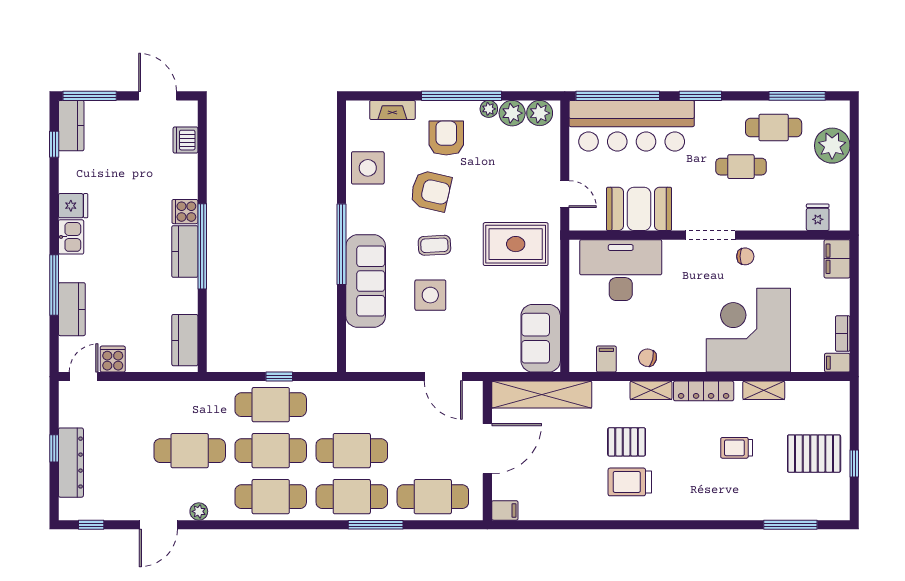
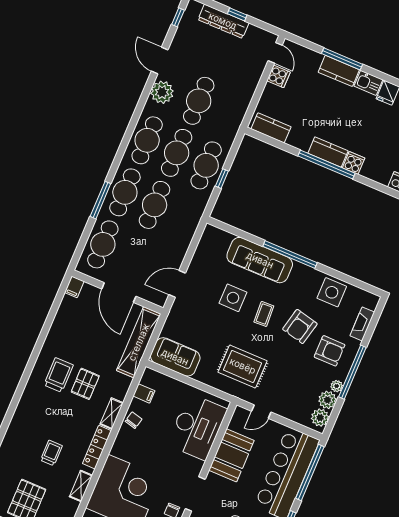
rug: (516, 244) -> (243, 366), turned 90
kitchen counter: (72, 309) -> (339, 71), moved
plant: (199, 511) -> (162, 92), width x1.88, depth x1.88

